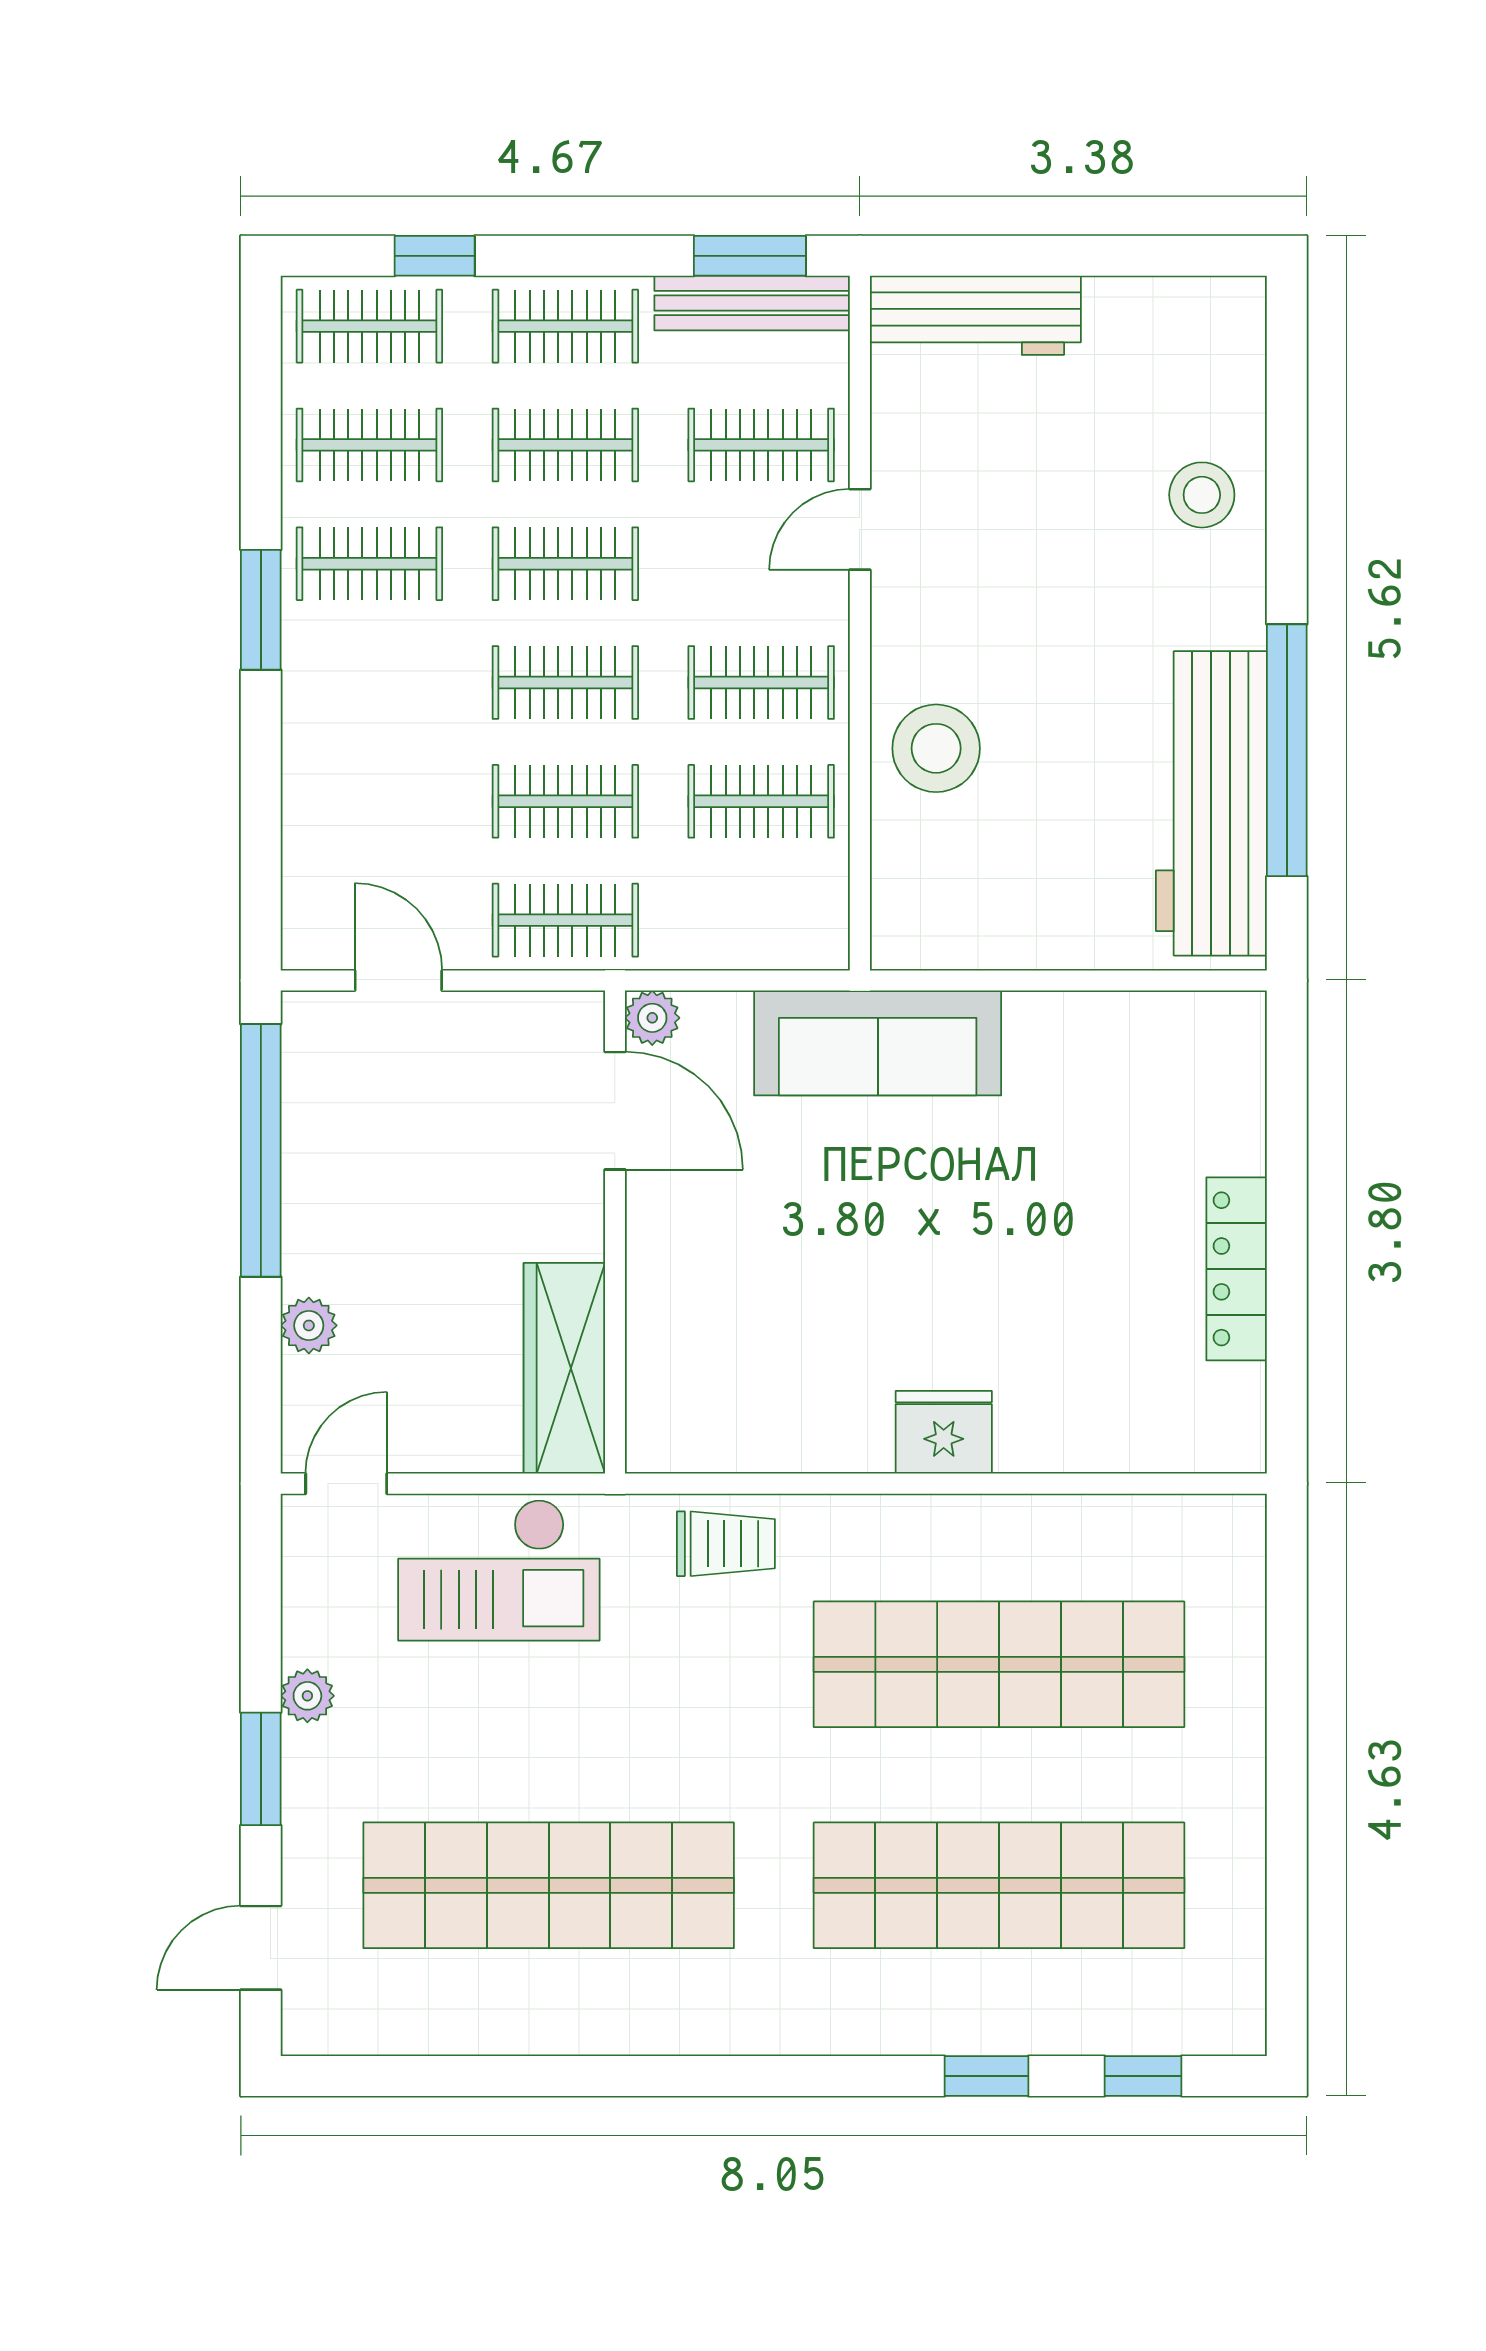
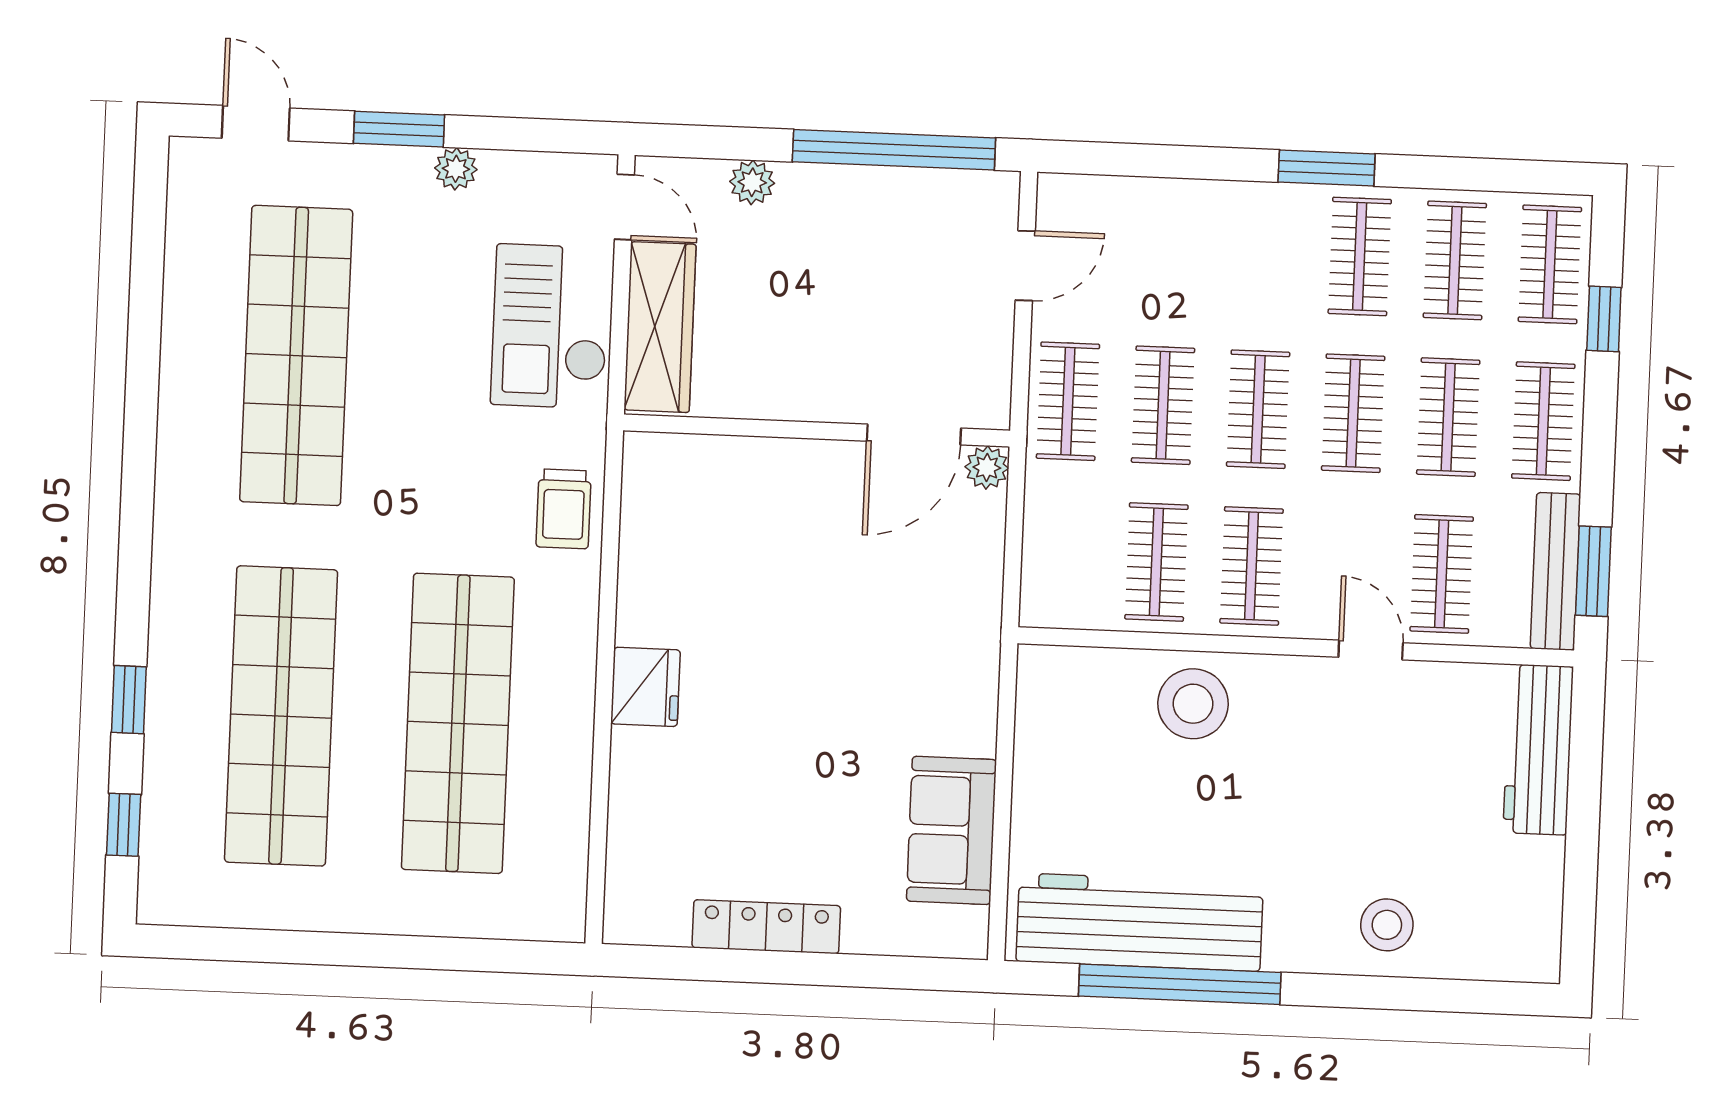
sofa: (878, 1043) -> (951, 830), moved, width x0.73
wardrobe: (564, 1368) -> (660, 327), moved, turned 90

